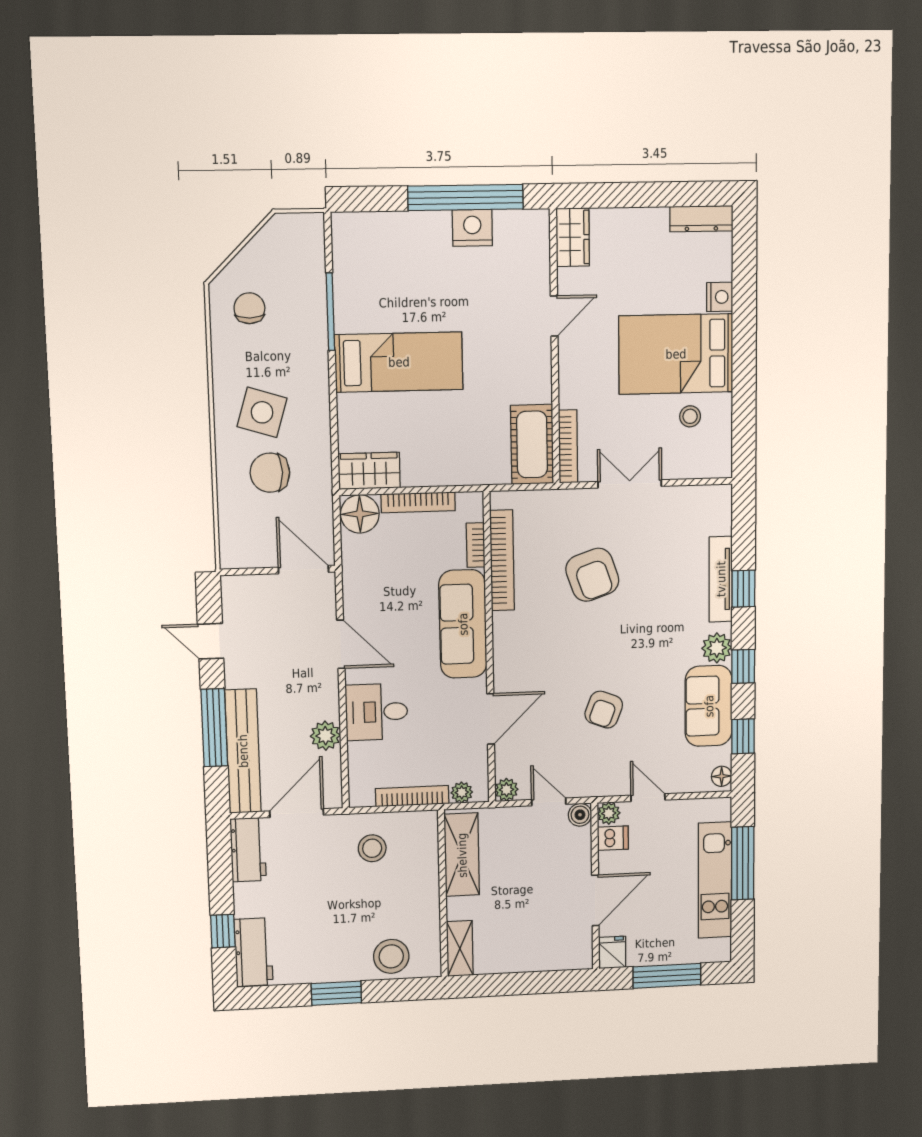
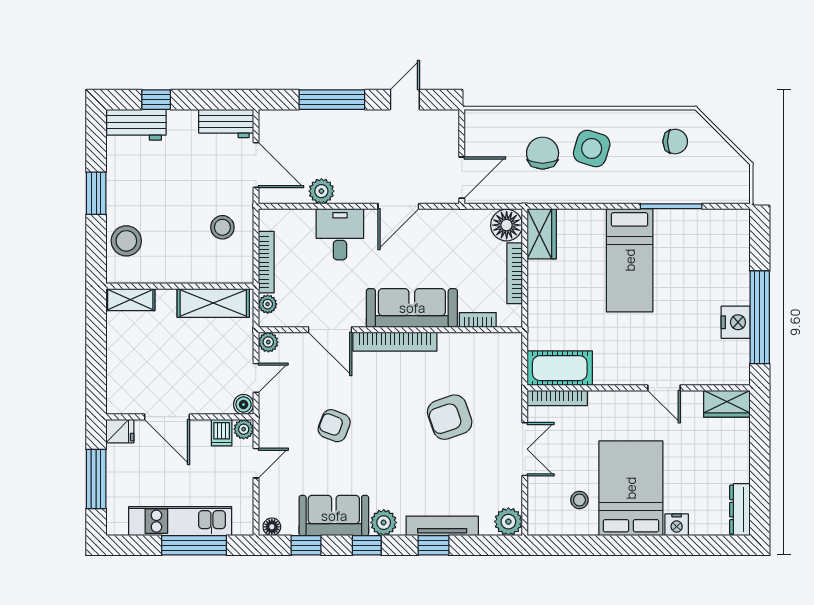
plant: (716, 501) -> (508, 522), added
bookcase: (502, 560) -> (395, 342), moved
bench: (243, 751) -> (311, 122), removed

